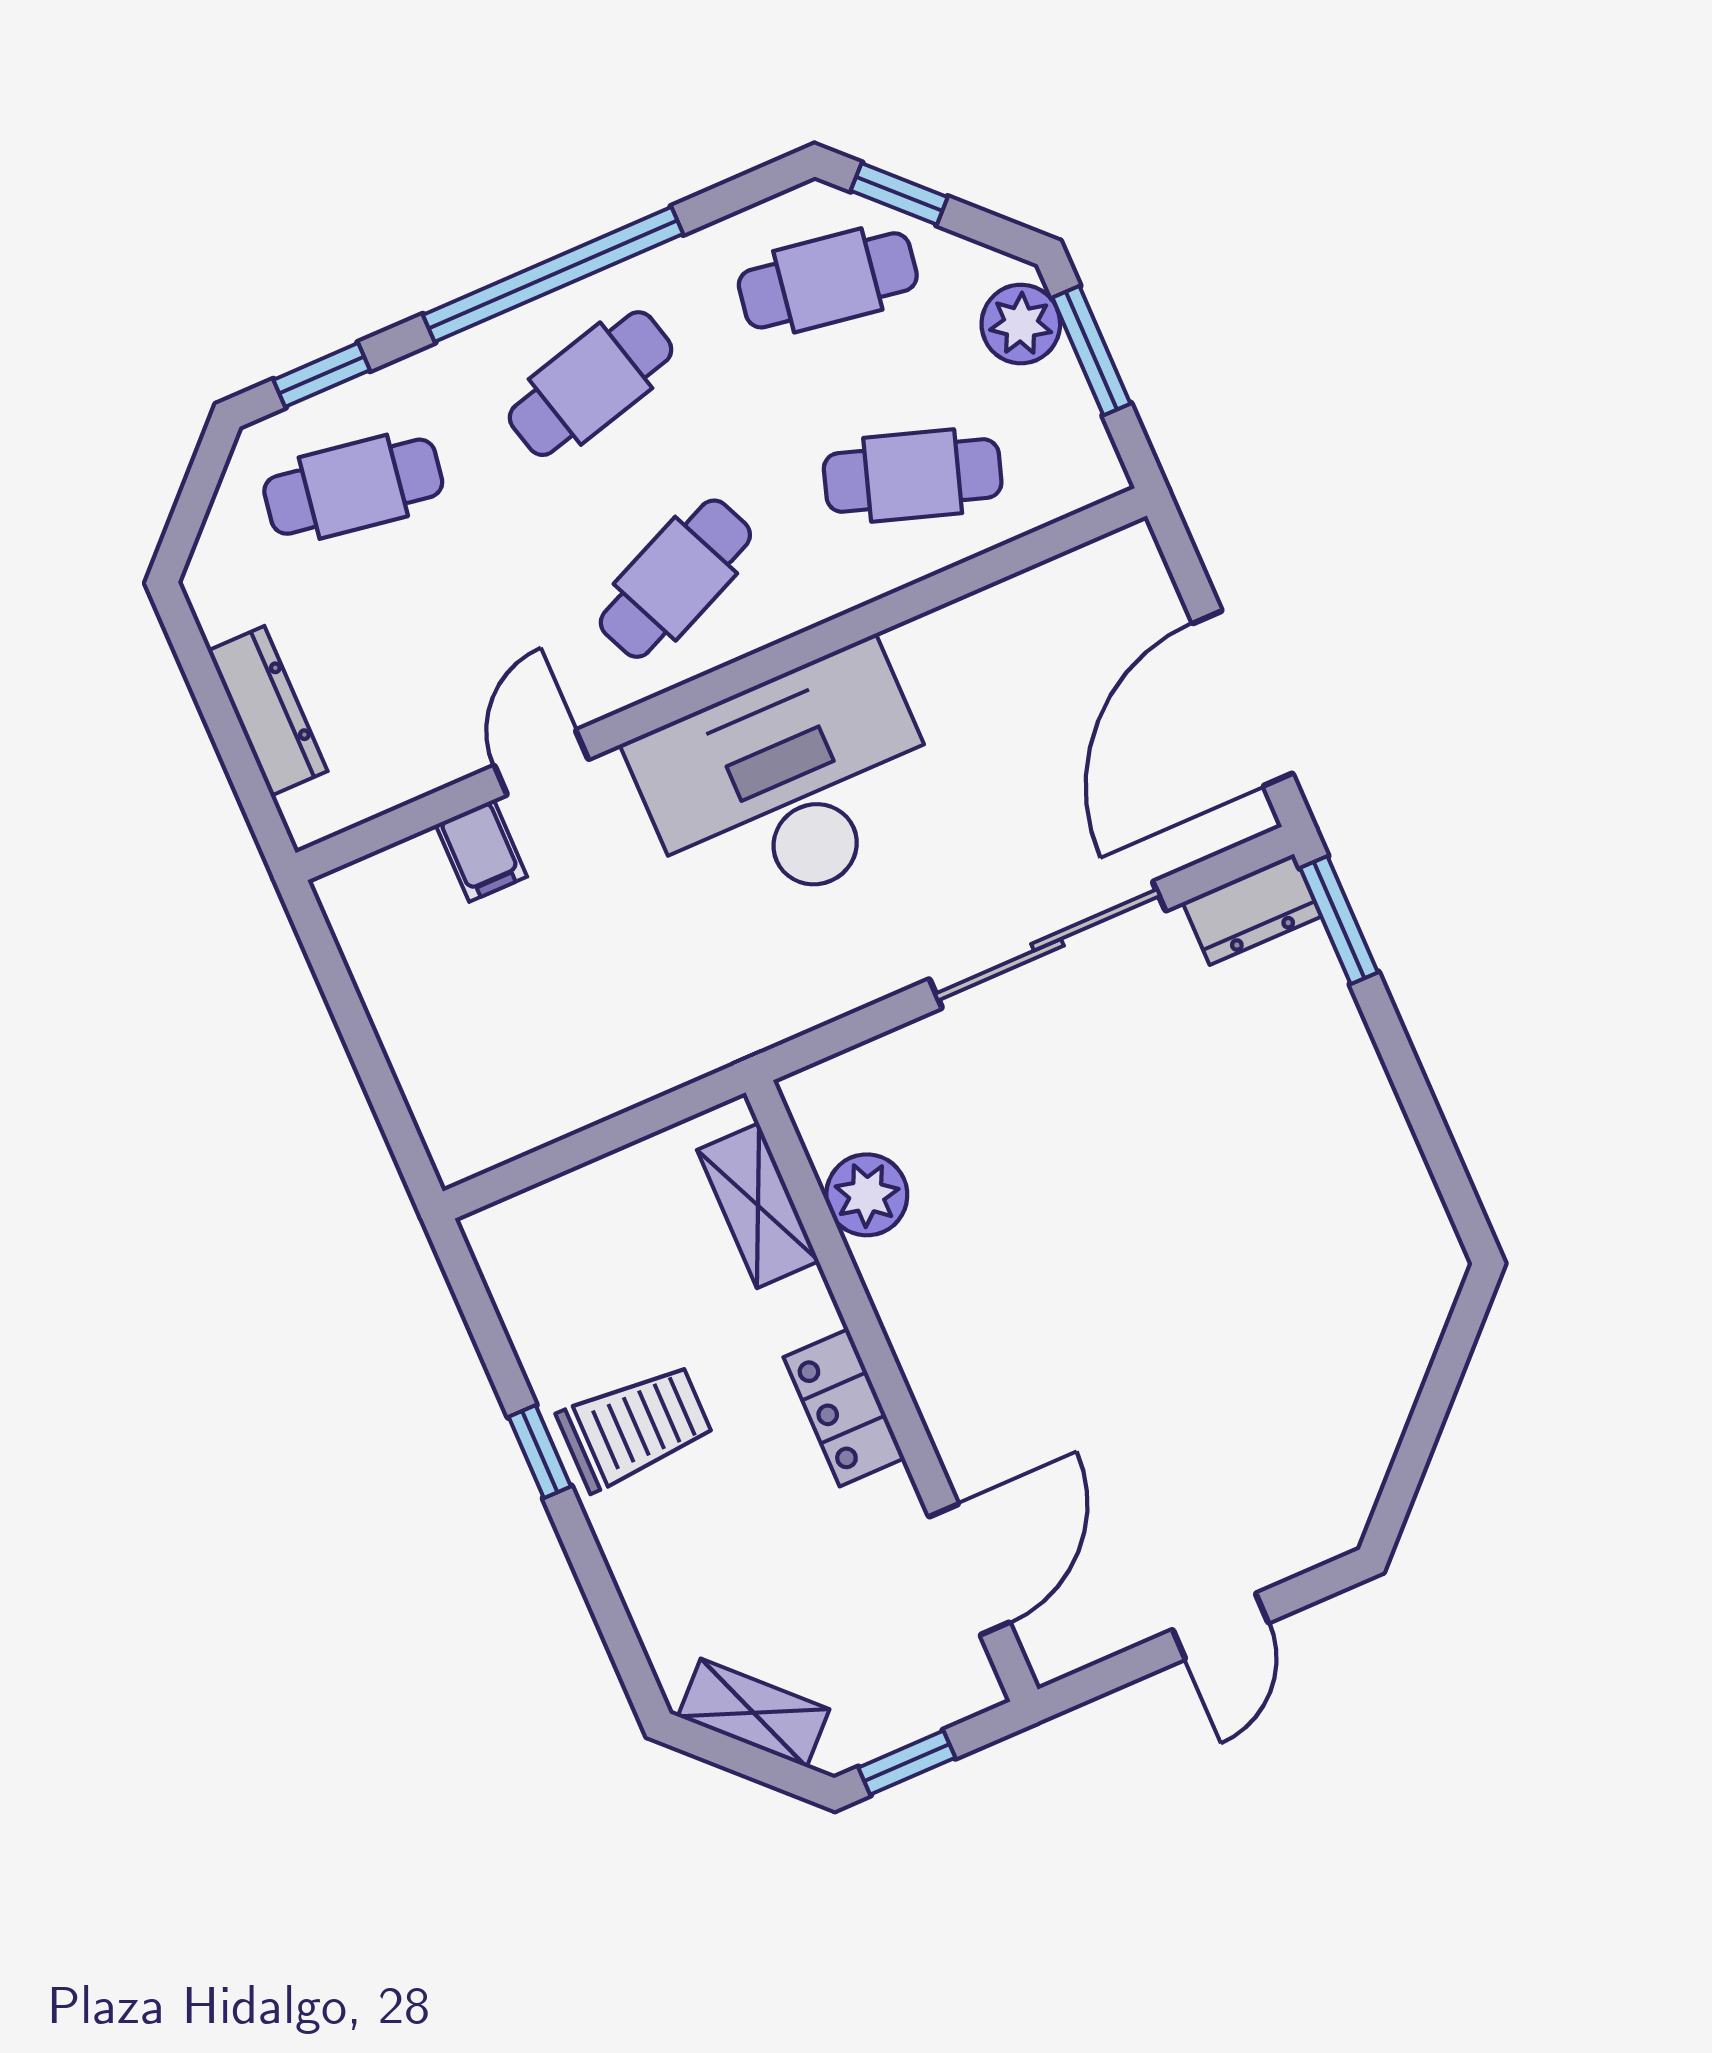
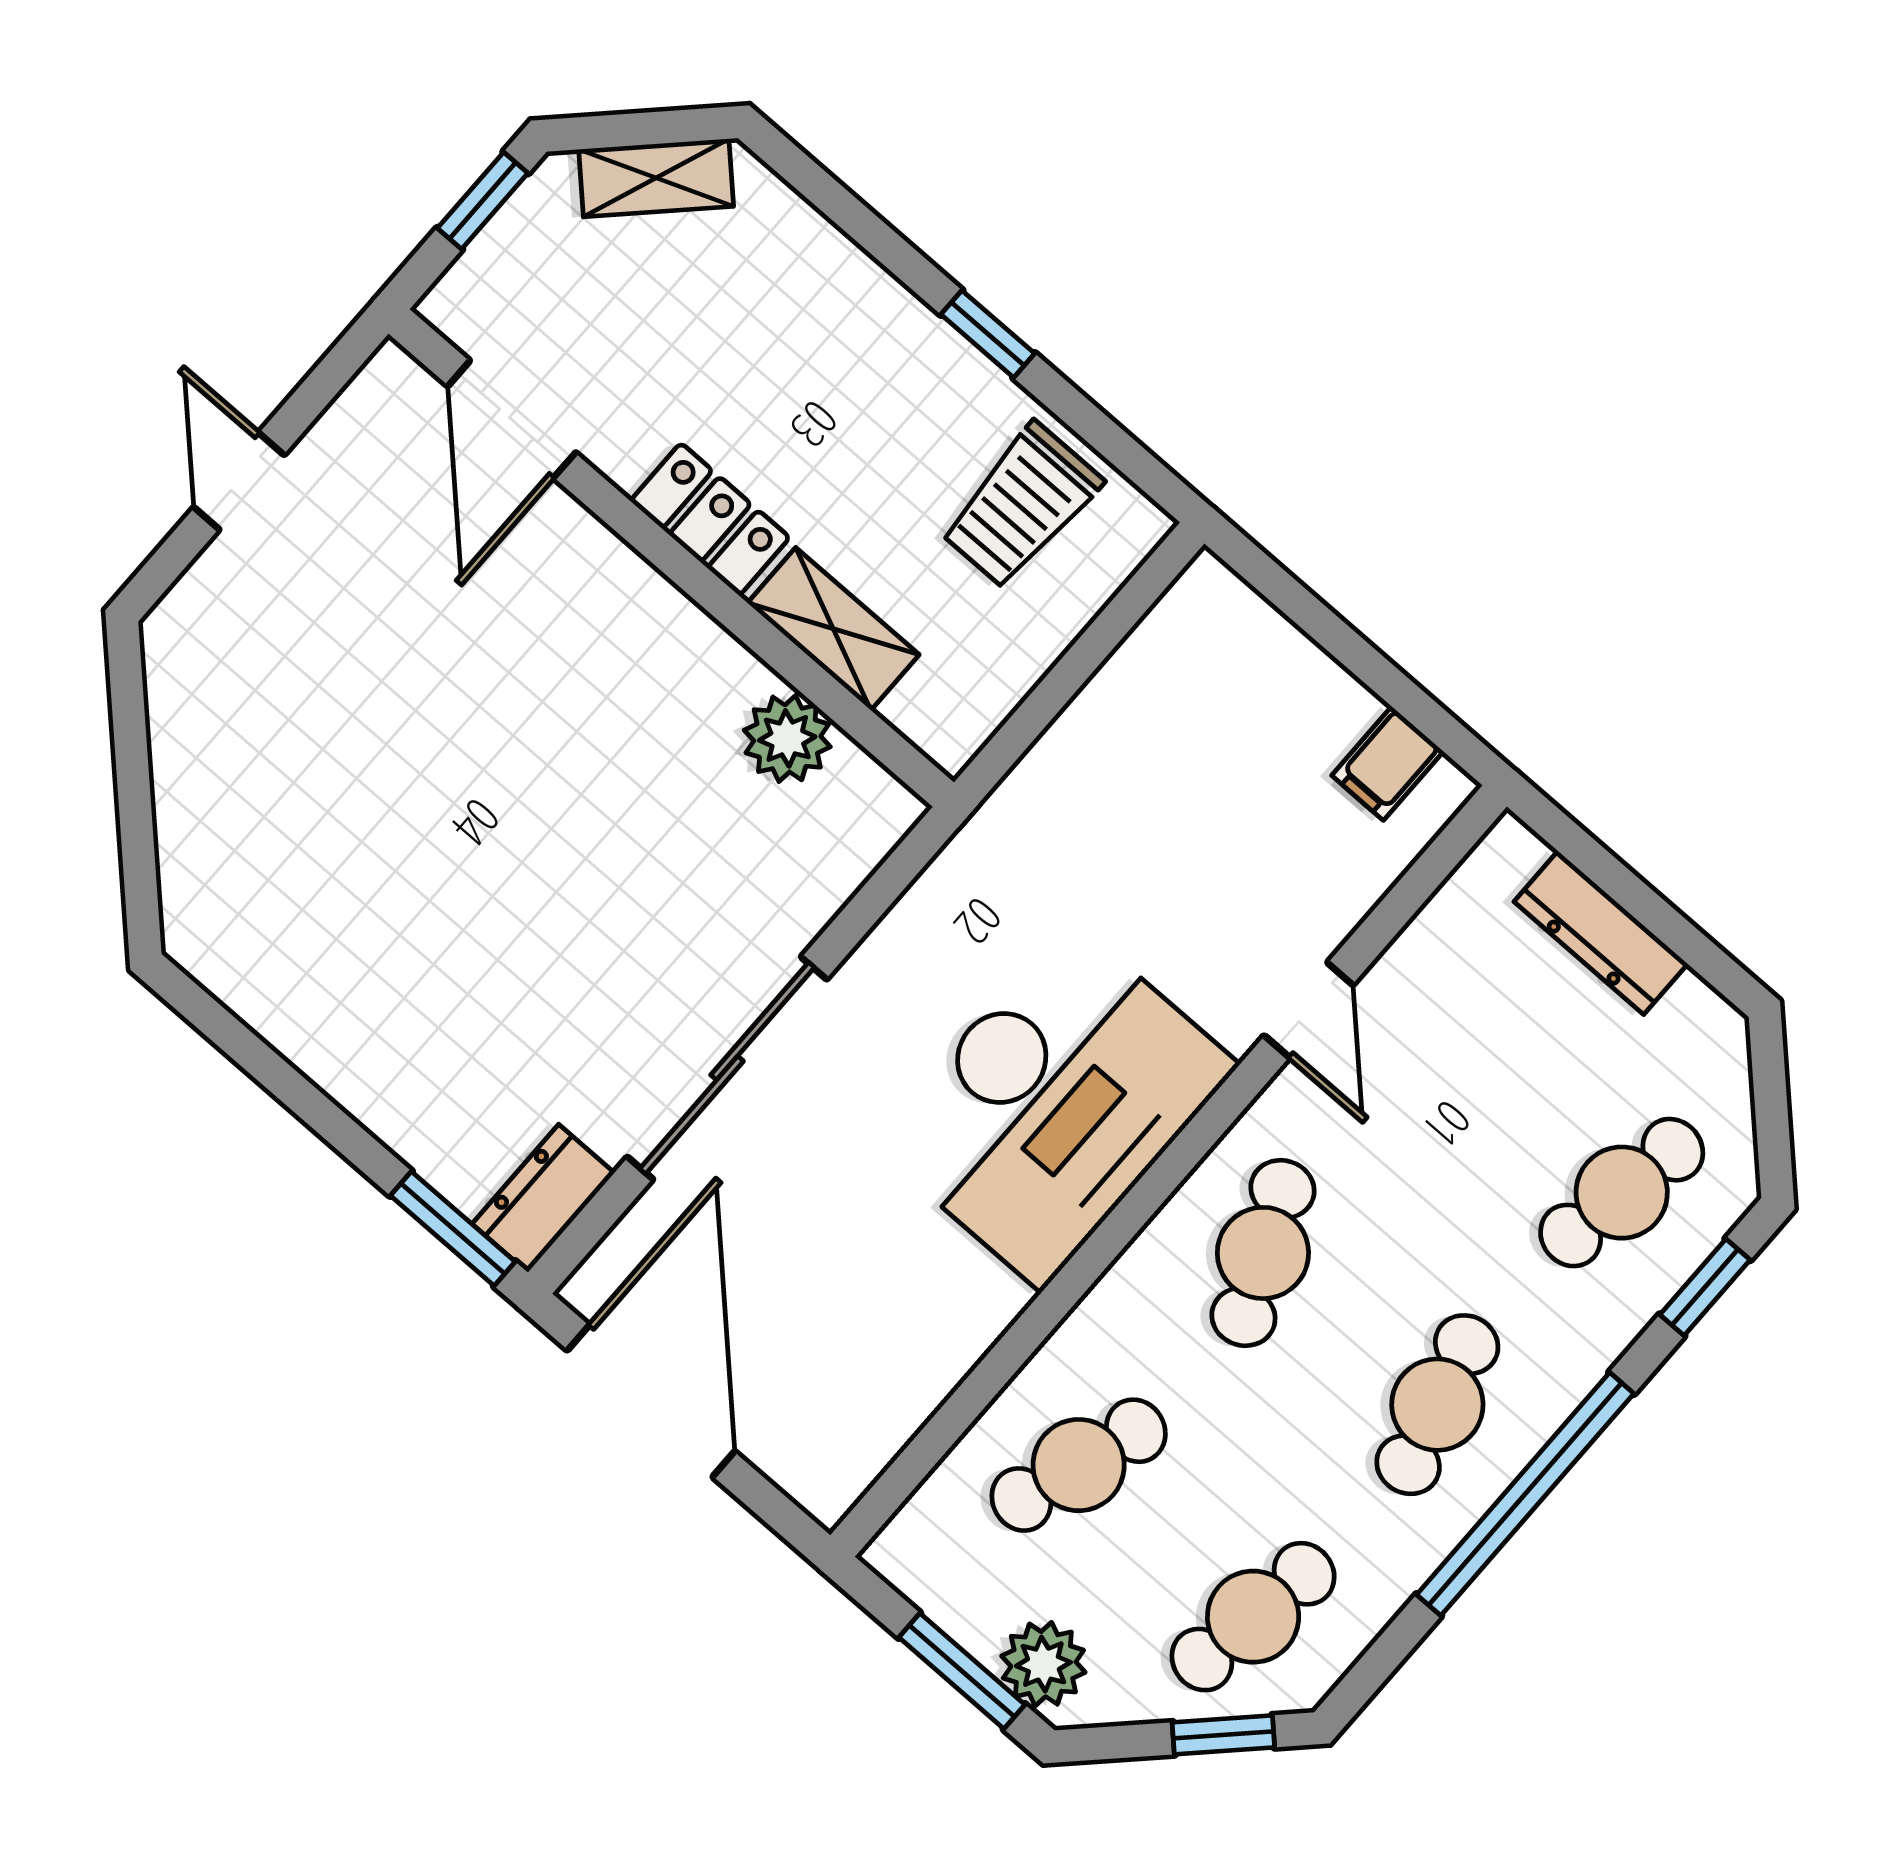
filing cabinet: (481, 851) -> (1388, 763), moved, turned -90
shelving: (758, 1206) -> (833, 629), moved
trolley: (635, 1427) -> (1021, 506), moved

